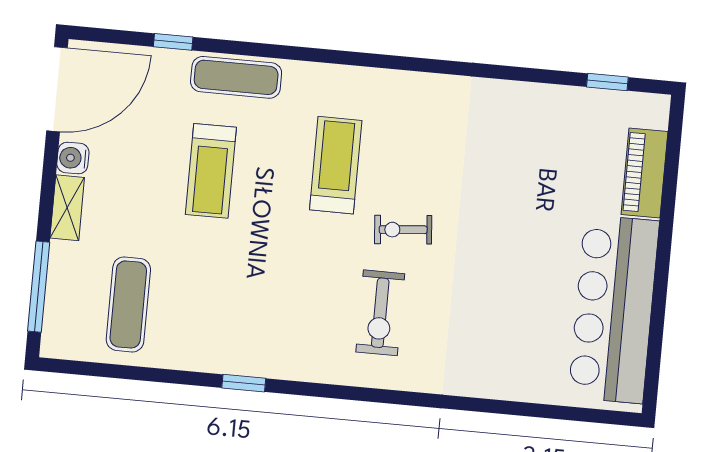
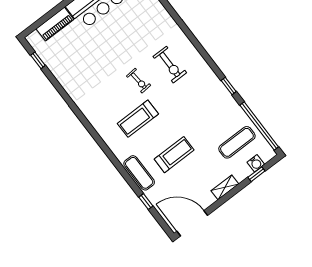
water cooler: (73, 158) -> (256, 163), moved
window: (39, 287) -> (256, 174), width x0.46
exercise bike: (380, 313) -> (170, 65), turned 90
window: (121, 372) -> (259, 126), added

